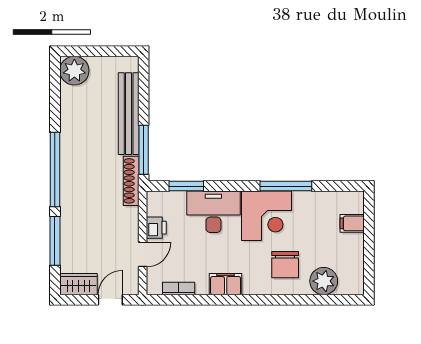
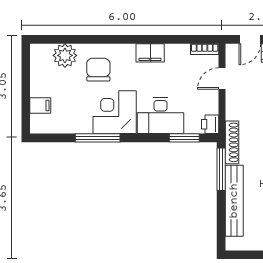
printer: (156, 228) -> (210, 124), moved
bookcase: (179, 288) -> (205, 49), moved

